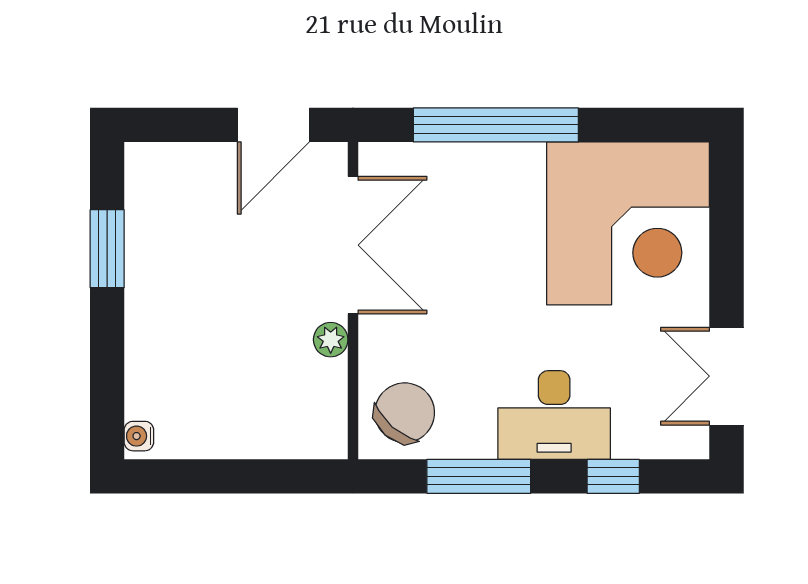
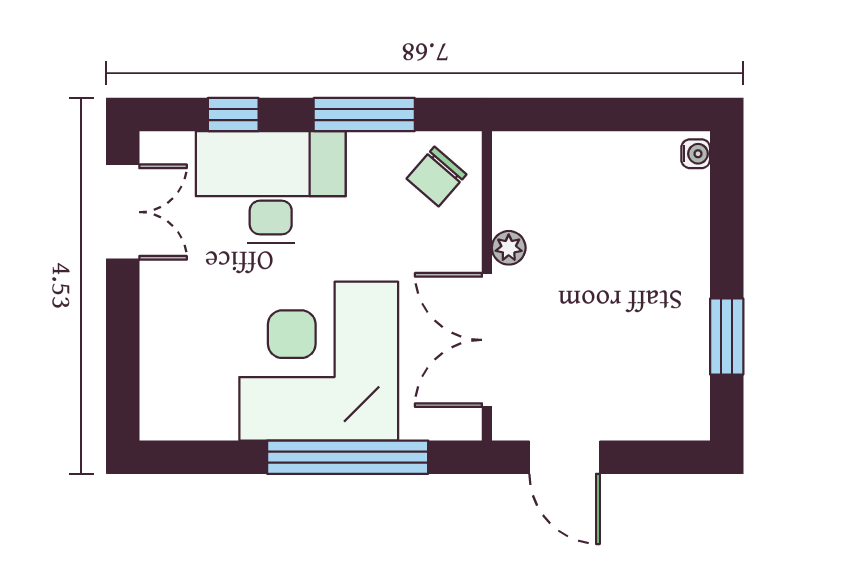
door: (273, 125) -> (565, 457), swing flipped
corner desk: (628, 223) -> (319, 361), moved
chair: (405, 413) -> (437, 177), width x0.73, depth x0.73
desk: (554, 415) -> (271, 187), width x1.36, depth x1.30

